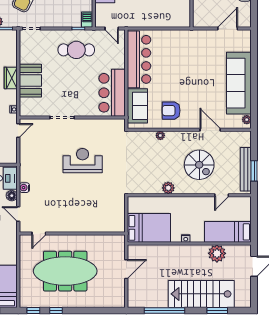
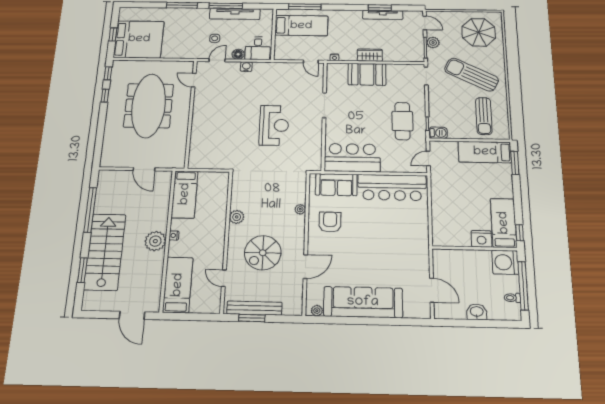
bed: (149, 228) -> (185, 194), width x0.67
plant: (217, 253) -> (155, 241), moved

